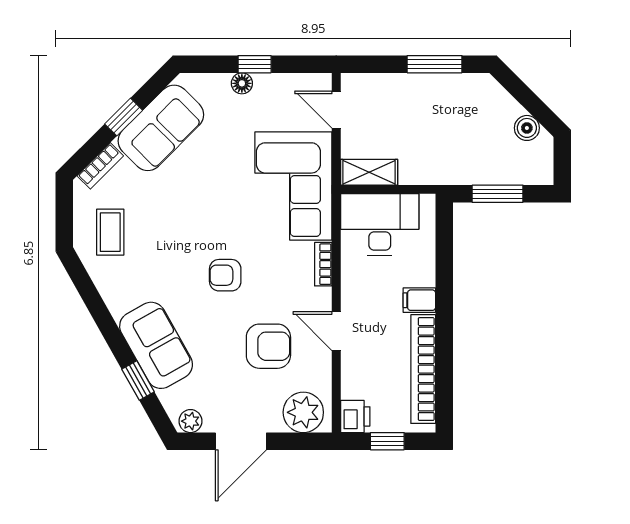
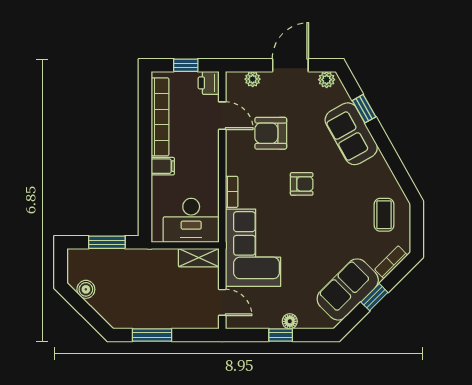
door: (336, 331) -> (222, 116), moved
plant: (303, 412) -> (253, 79), width x0.53, depth x0.53

